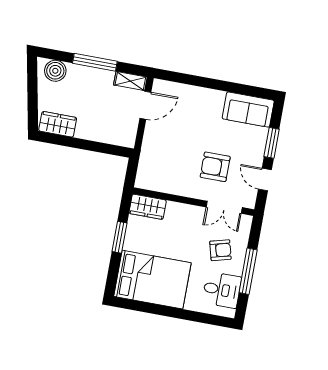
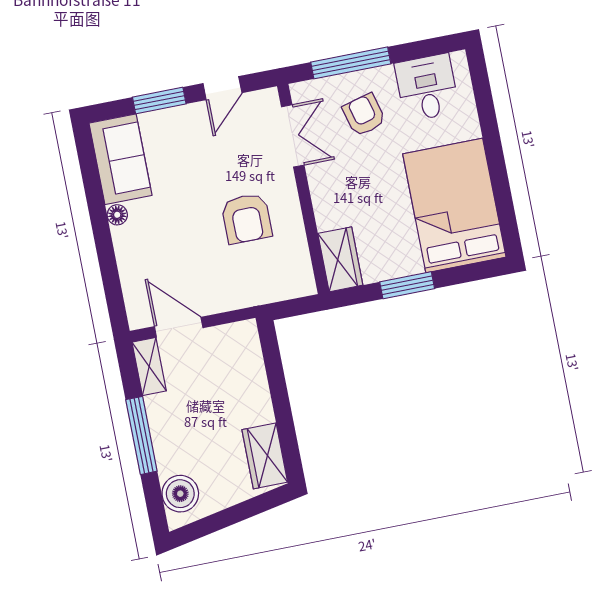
floor lamp: (219, 96) -> (117, 215), added
armchair: (215, 167) -> (247, 218), moved
window: (248, 271) -> (351, 63), moved

